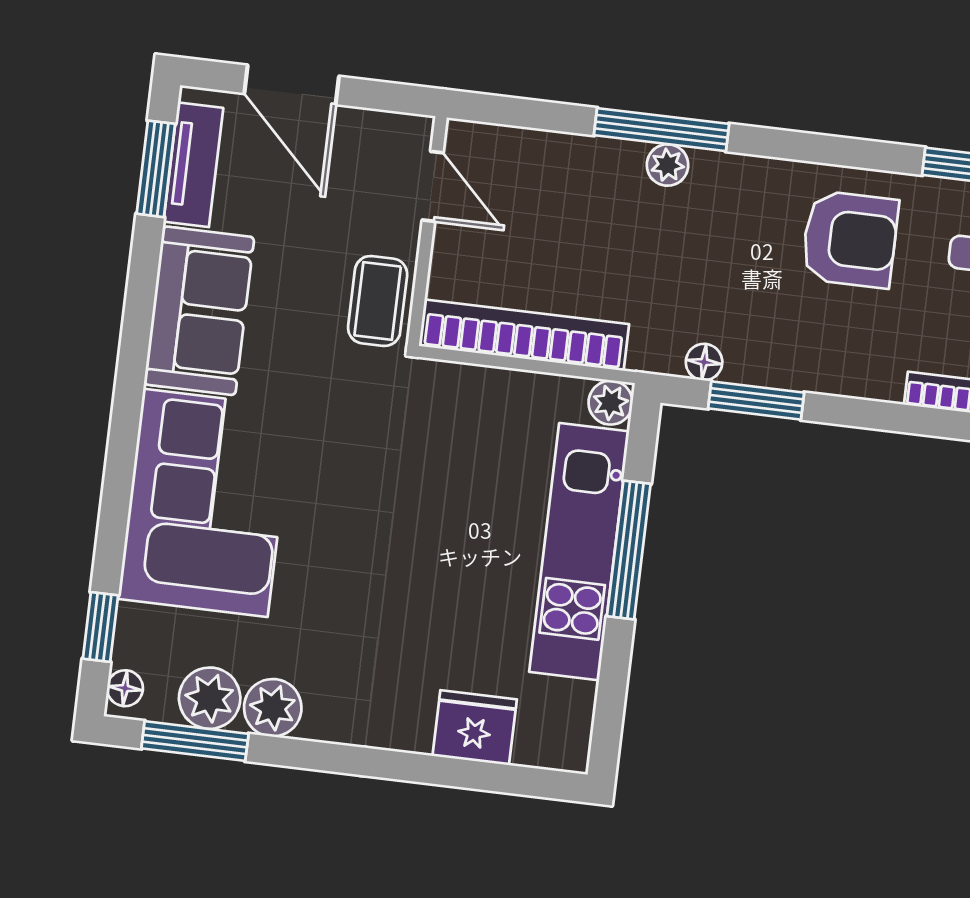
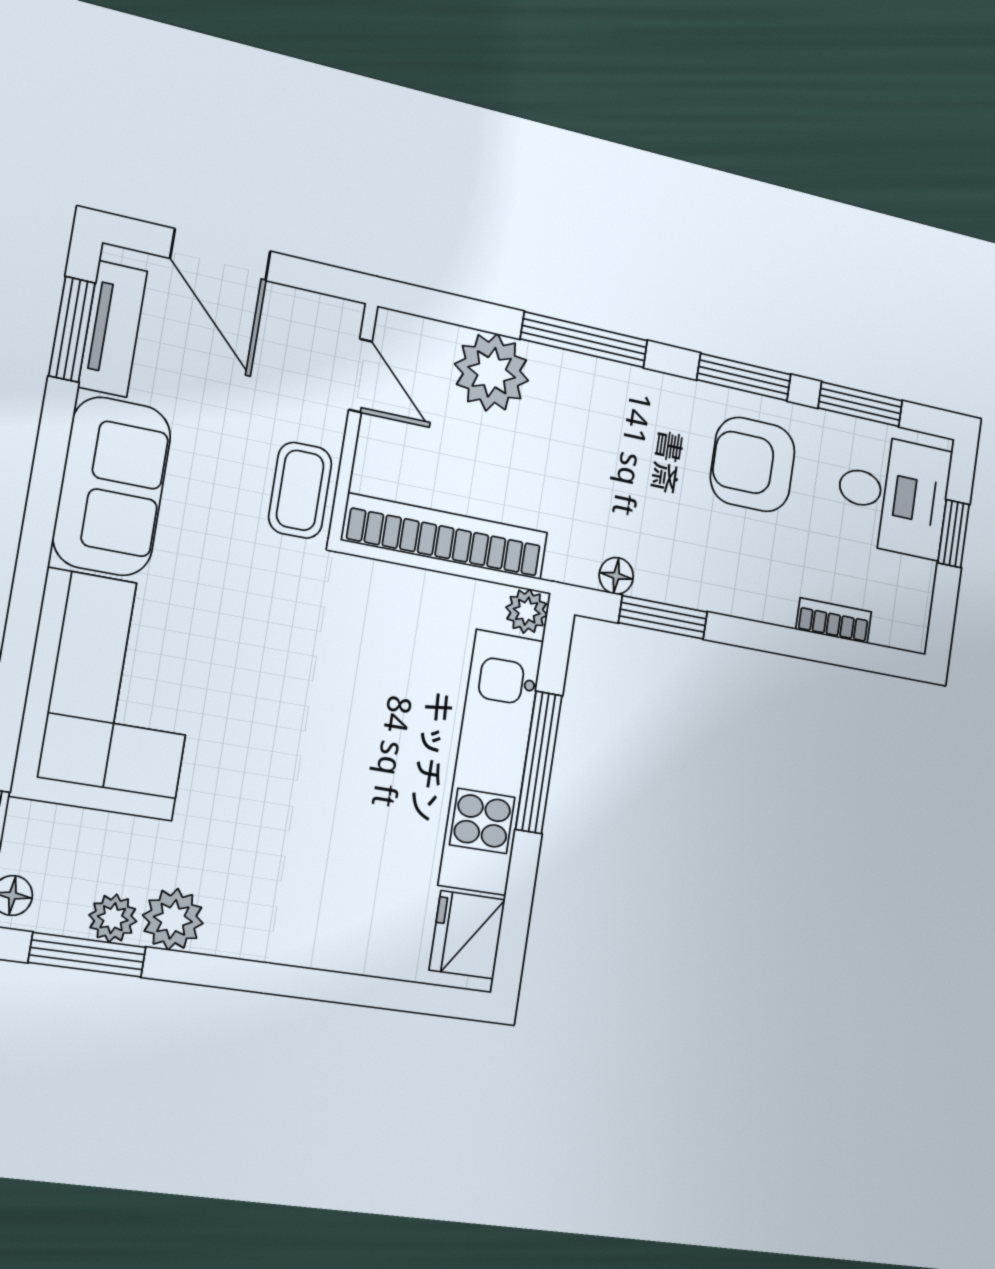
window: (837, 151) -> (744, 377), added
plant: (667, 165) -> (492, 372), moved, width x1.88, depth x1.88
armchair: (850, 239) -> (753, 465), turned 180
plant: (210, 698) -> (113, 918), width x0.73, depth x0.73
fridge: (475, 728) -> (467, 935), moved, turned -90

